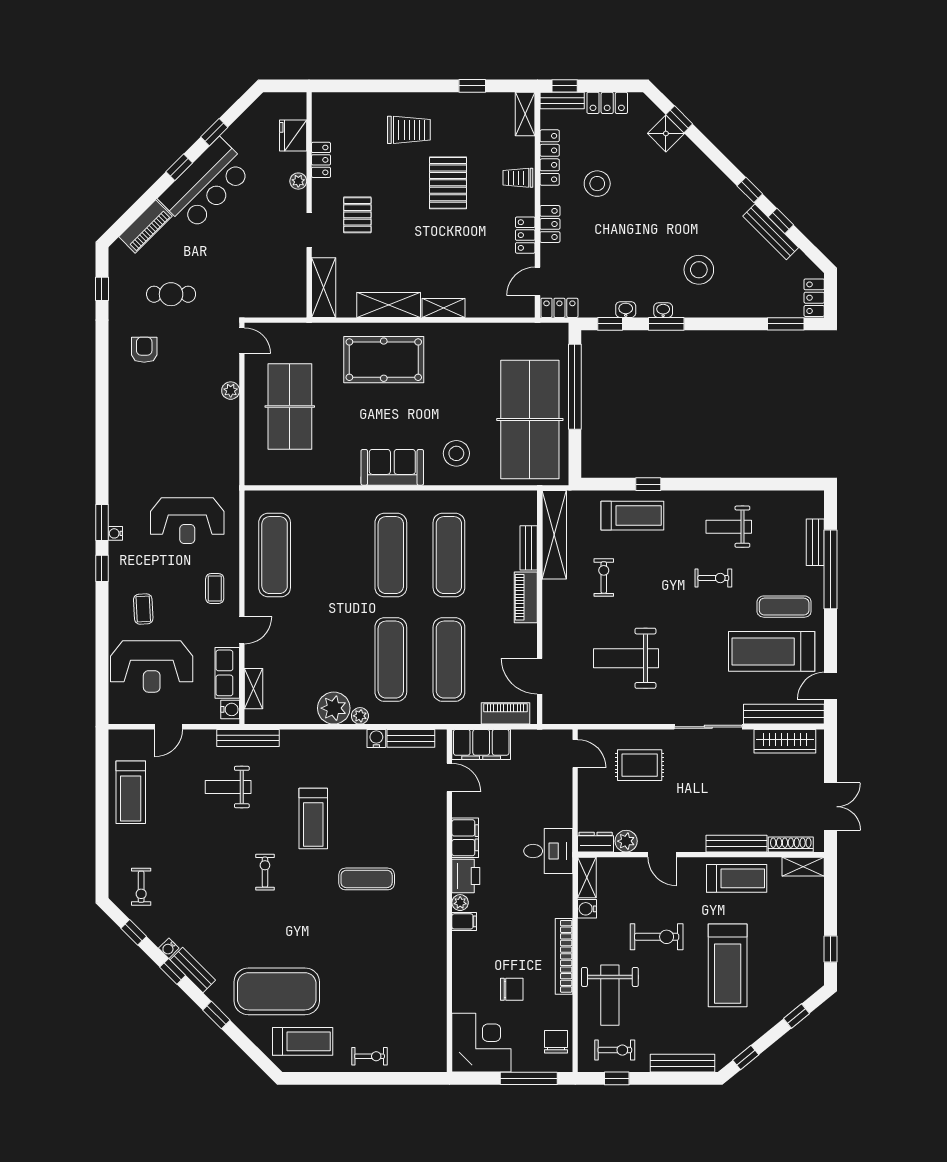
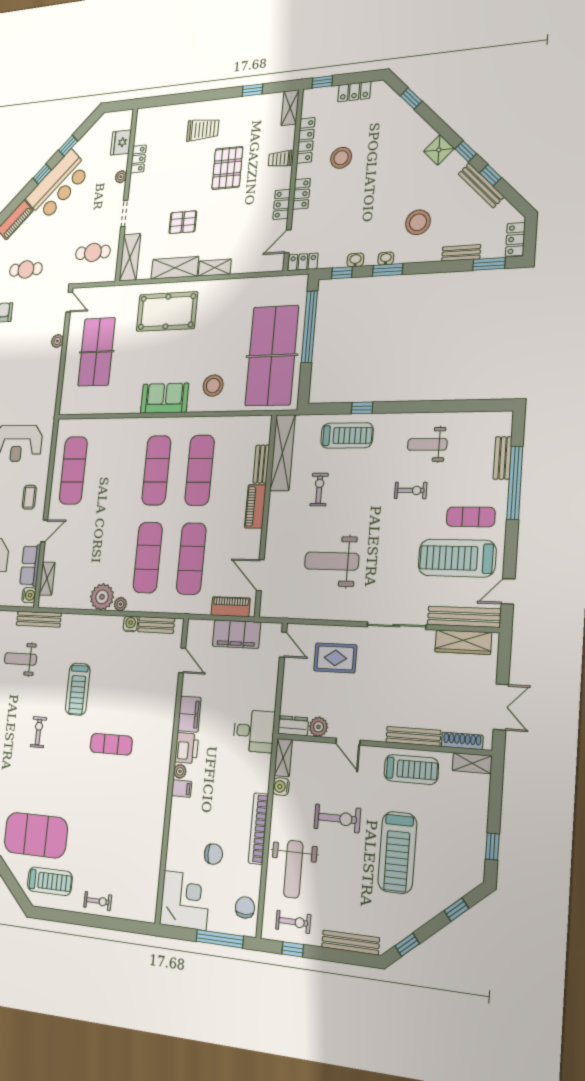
bench: (562, 101) -> (461, 253), moved
shower: (666, 133) -> (439, 150), moved
pallet: (357, 215) -> (183, 222), moved, turned 90
cafe table: (269, 278) -> (93, 252), added
filing cabinet: (481, 744) -> (236, 634), moved

